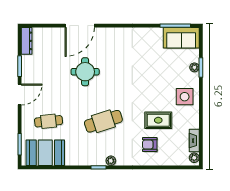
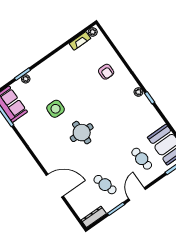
round table: (85, 72) -> (82, 133), moved
door: (20, 95) -> (137, 194), hinge flipped
side table: (185, 97) -> (56, 109), moved
rug: (158, 120) -> (84, 78), removed
cafe table: (103, 121) -> (105, 185), moved, width x0.73, depth x0.74

